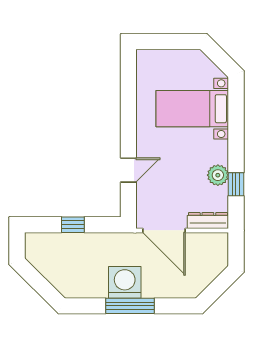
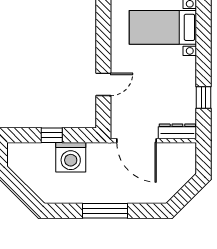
plant: (218, 175) -> (187, 89), removed
washing machine: (125, 282) -> (71, 157), moved, turned 180

